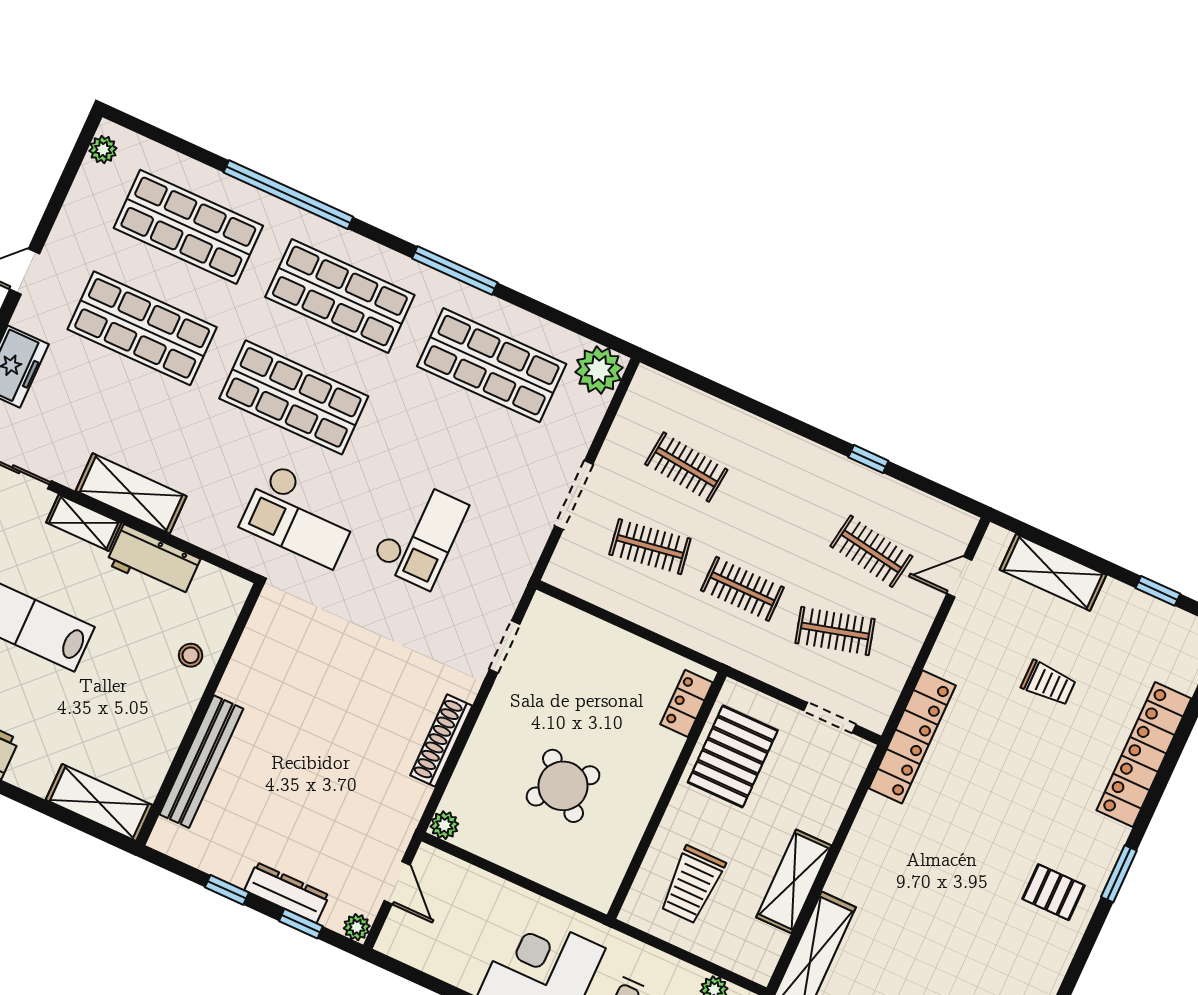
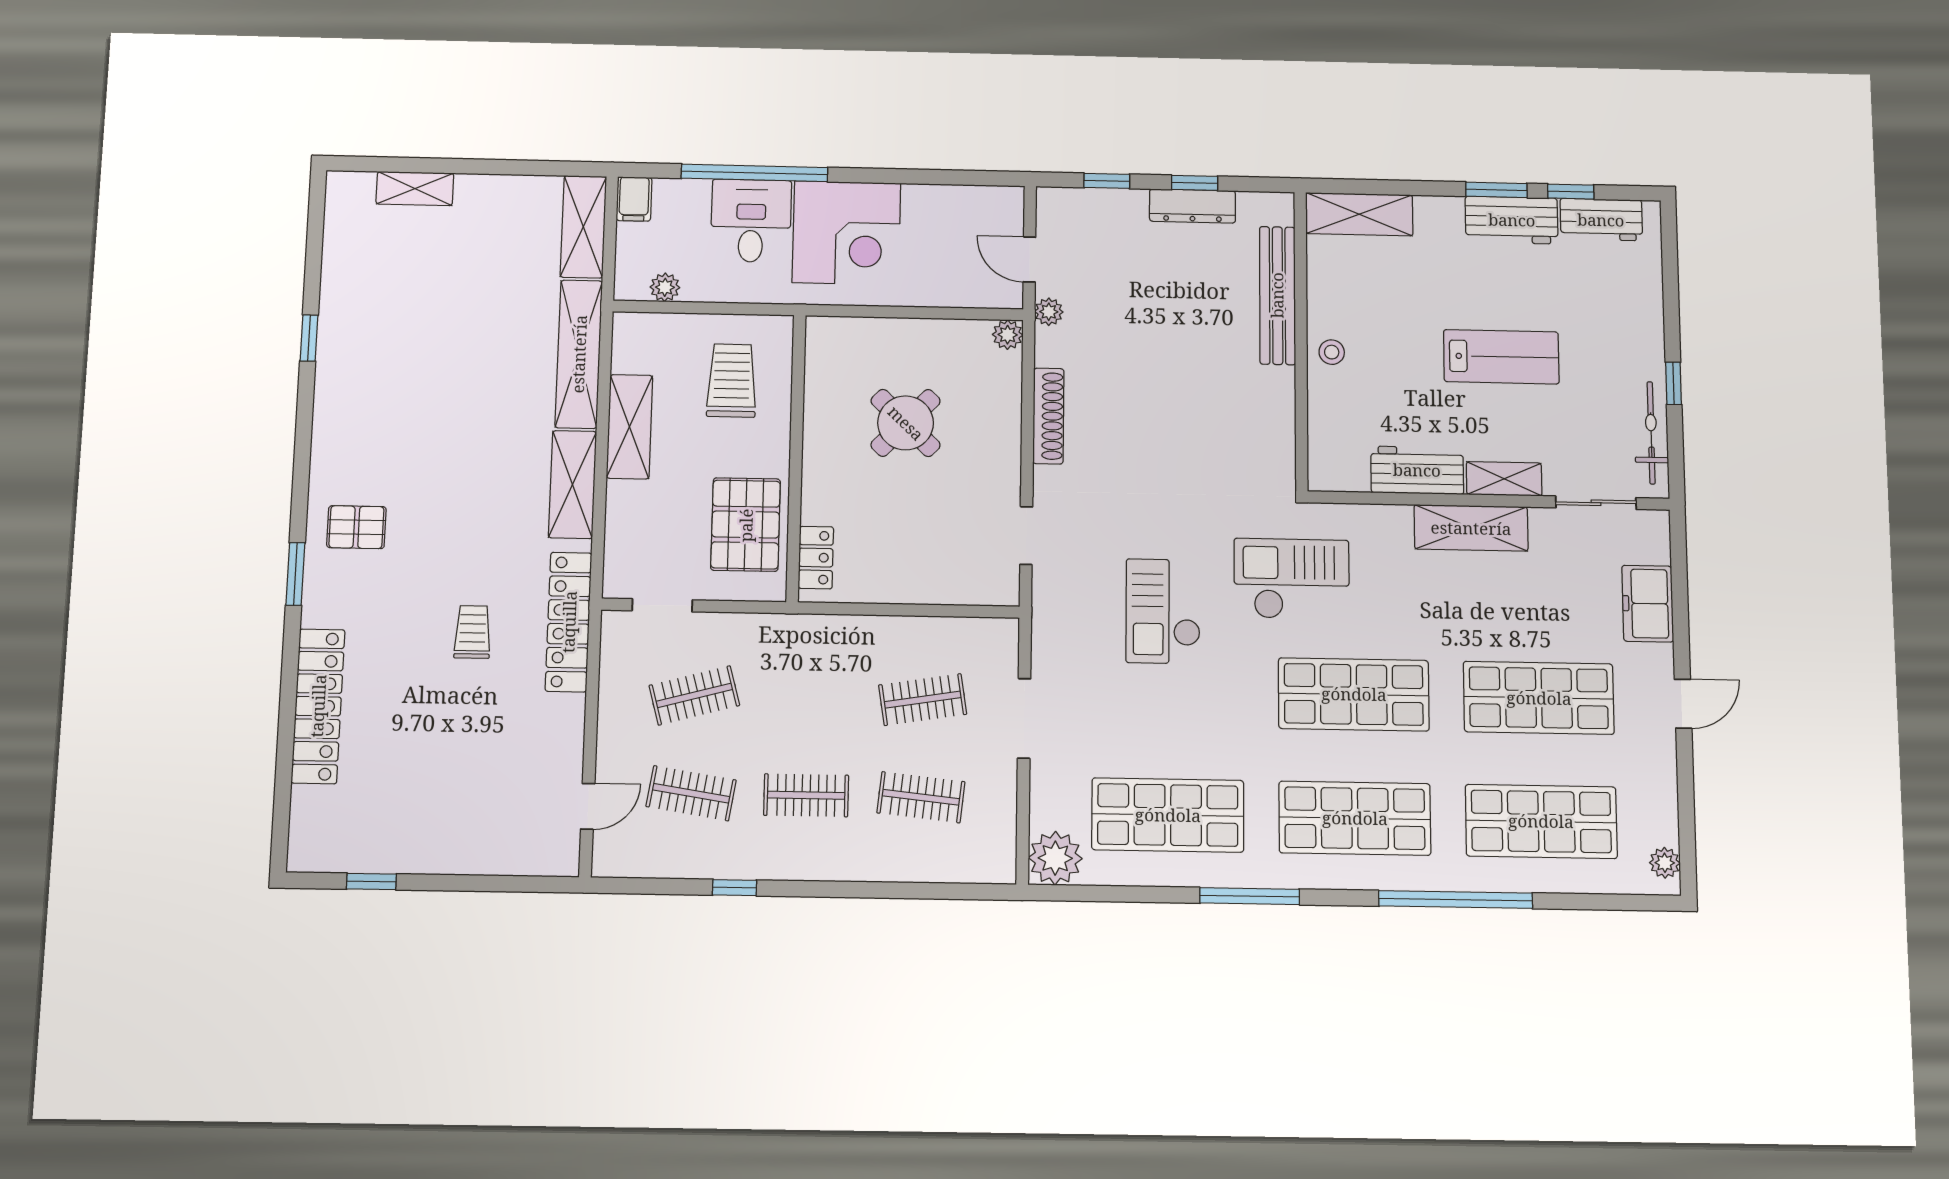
shelving: (1053, 572) -> (572, 484), moved, turned 90
clothes rail: (742, 589) -> (806, 795), moved
stool: (191, 655) -> (1332, 352), moved
trolley: (1048, 683) -> (473, 632), moved, turned 90
dresser: (287, 893) -> (1192, 206), moved
plant: (357, 927) -> (1049, 312), moved

